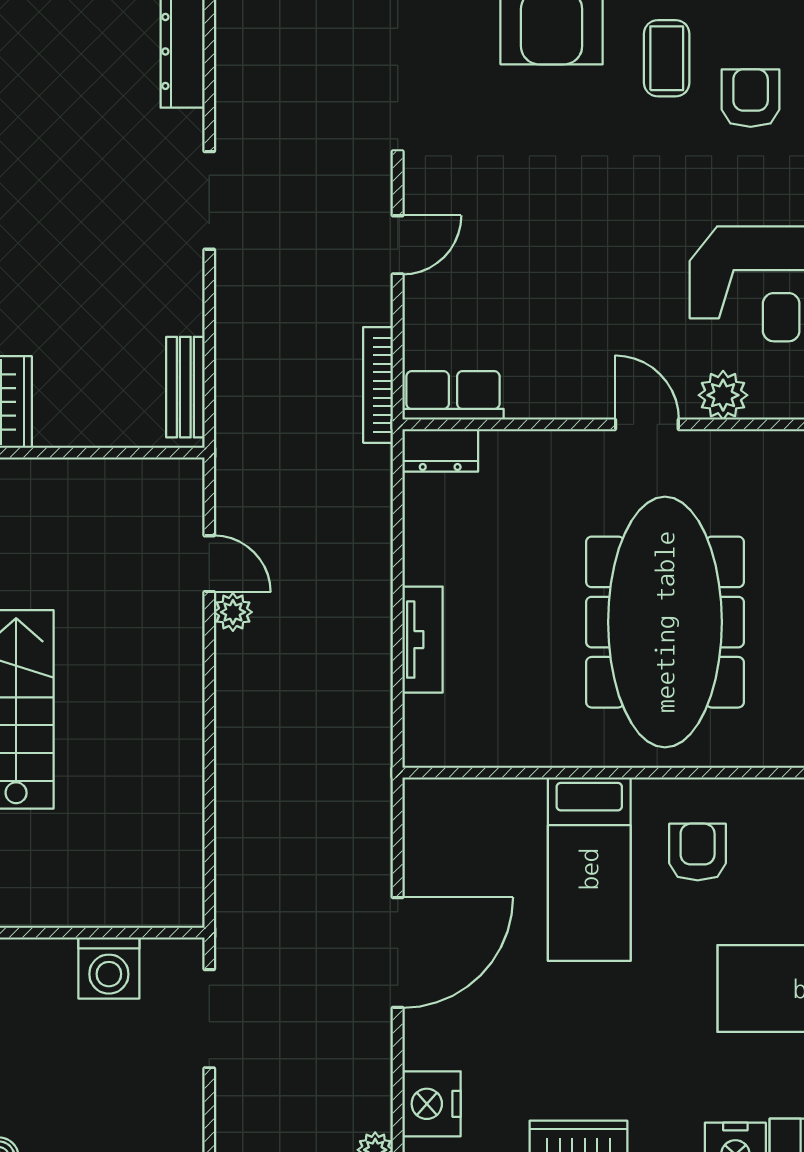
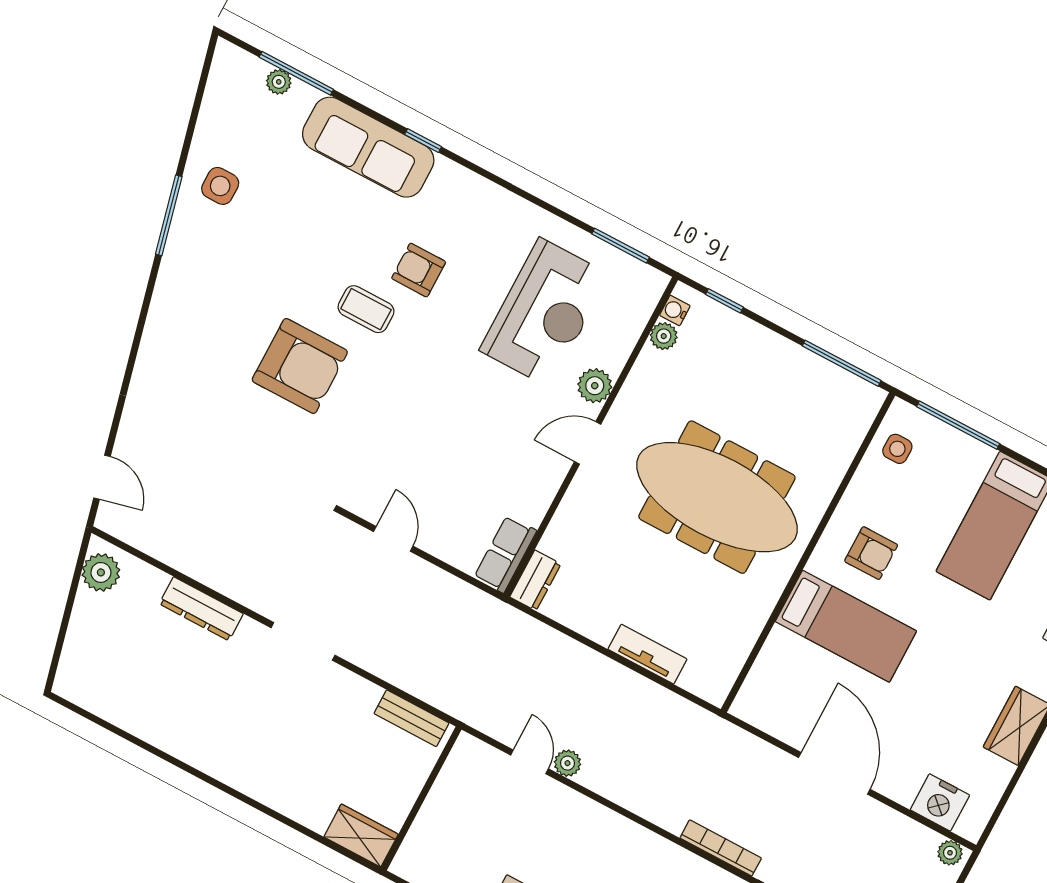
bookcase: (378, 385) -> (721, 848), moved, turned 180
door: (209, 564) -> (530, 762), hinge flipped
armchair: (698, 852) -> (871, 553), turned 180

